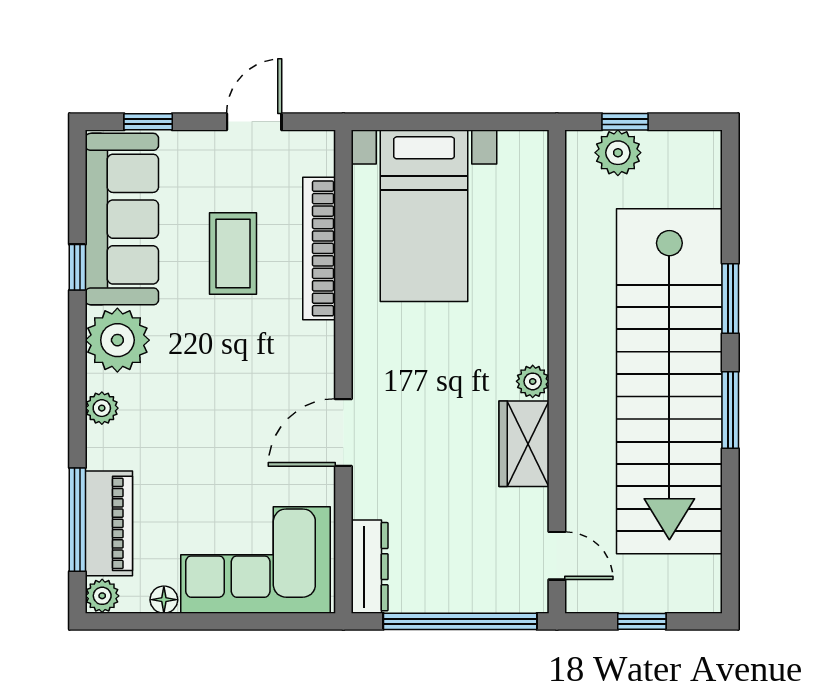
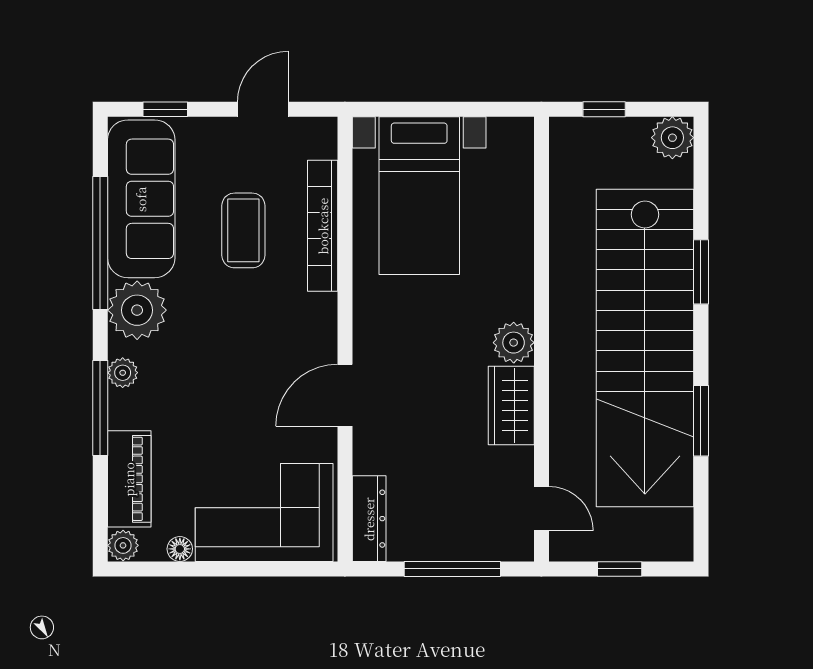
plant: (618, 153) -> (672, 138), moved
window: (77, 267) -> (100, 243), width x3.17
plant: (533, 381) -> (514, 343), width x1.38, depth x1.38
window: (730, 410) -> (701, 421), moved
window: (77, 520) -> (100, 408), moved
window: (460, 621) -> (452, 569), width x0.68

